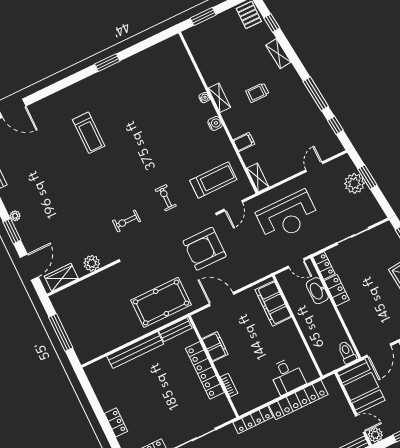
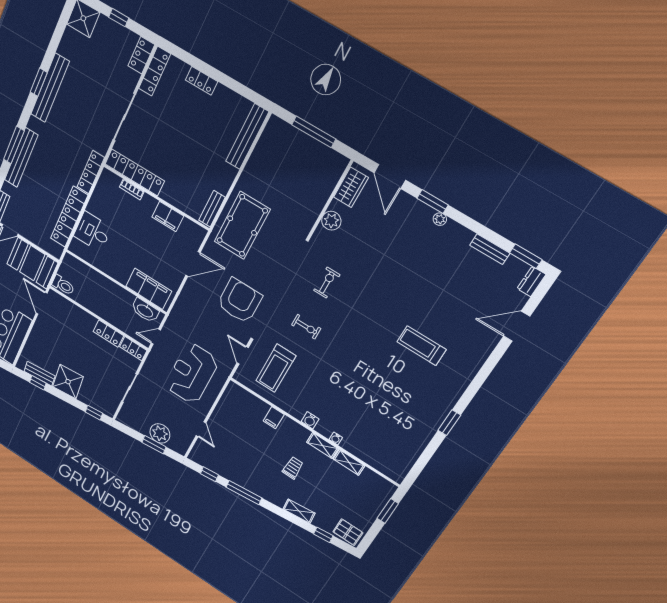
shelving: (258, 178) -> (349, 462), moved
washbasin: (317, 291) -> (145, 311), moved, turned 180
bench: (135, 350) -> (247, 137), moved
locker: (205, 370) -> (135, 172), moved

